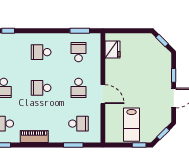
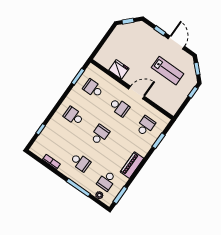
fridge: (113, 50) -> (119, 69), moved
school desk: (41, 52) -> (74, 116), turned 90
school desk: (41, 88) -> (100, 135), turned 180
lab bench: (132, 125) -> (168, 71), moved

